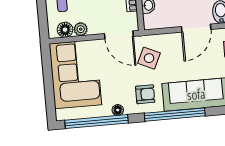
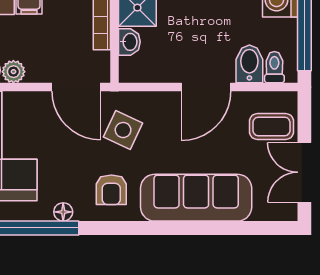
armchair: (145, 94) -> (111, 190), turned 90
window: (175, 115) -> (158, 228), removed

